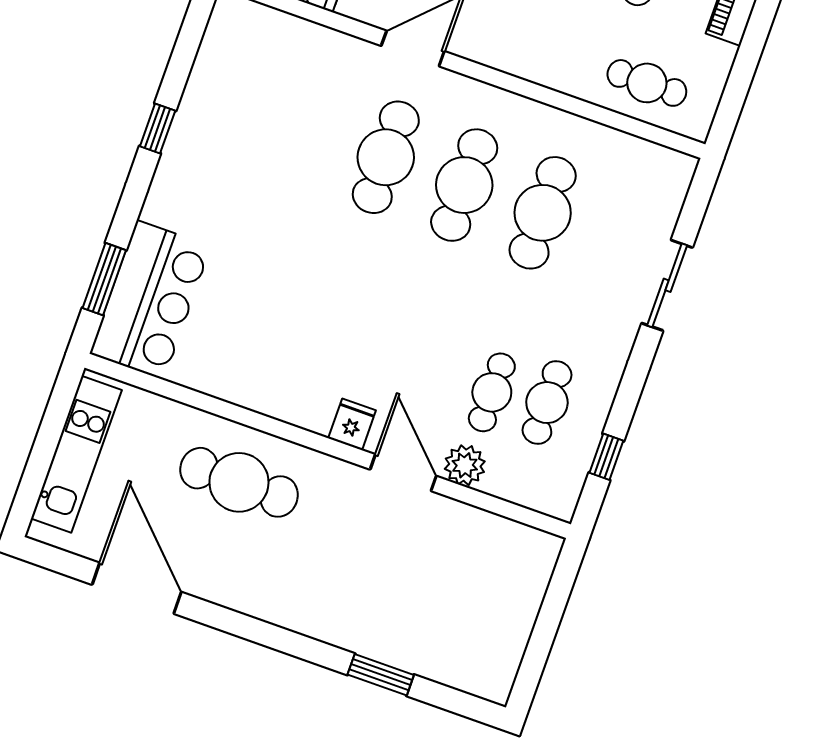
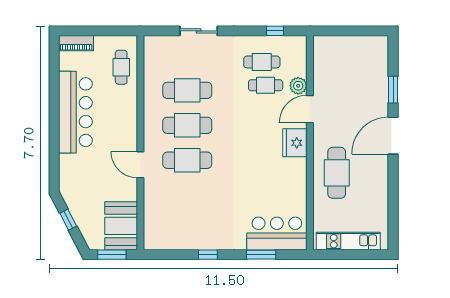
window: (104, 279) -> (261, 255), moved
fridge: (352, 424) -> (295, 143), width x1.88, depth x1.34
door: (137, 588) -> (393, 136), moved

